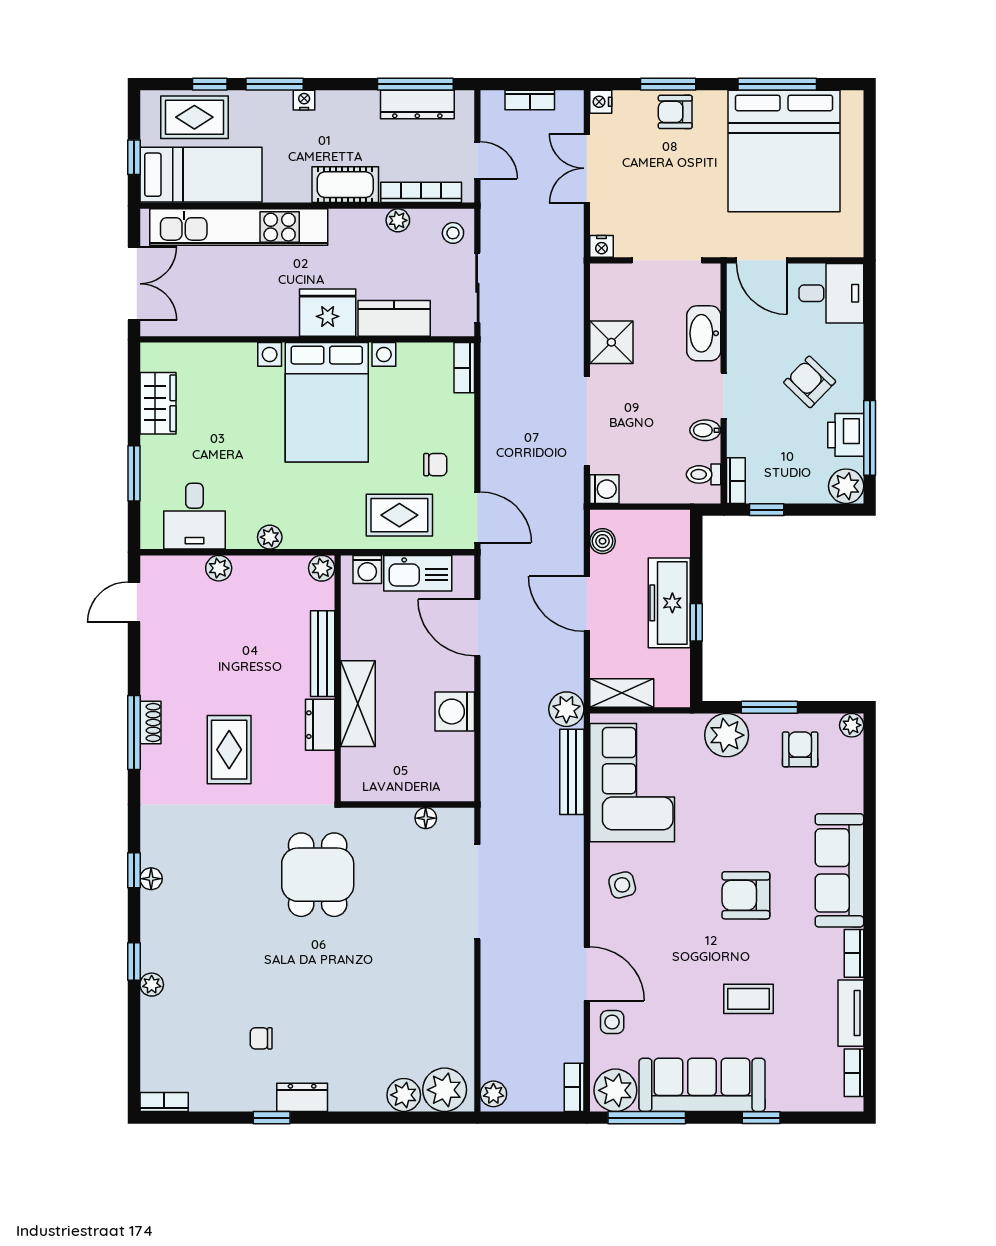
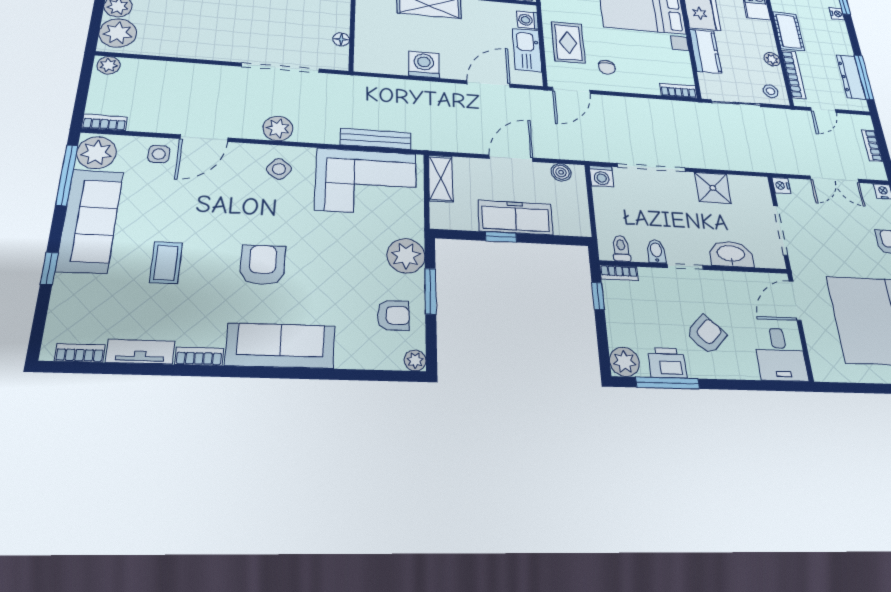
double door: (587, 168) -> (835, 179), swing flipped
plant: (566, 709) -> (278, 128), moved
side table: (622, 885) -> (279, 169), turned -37

